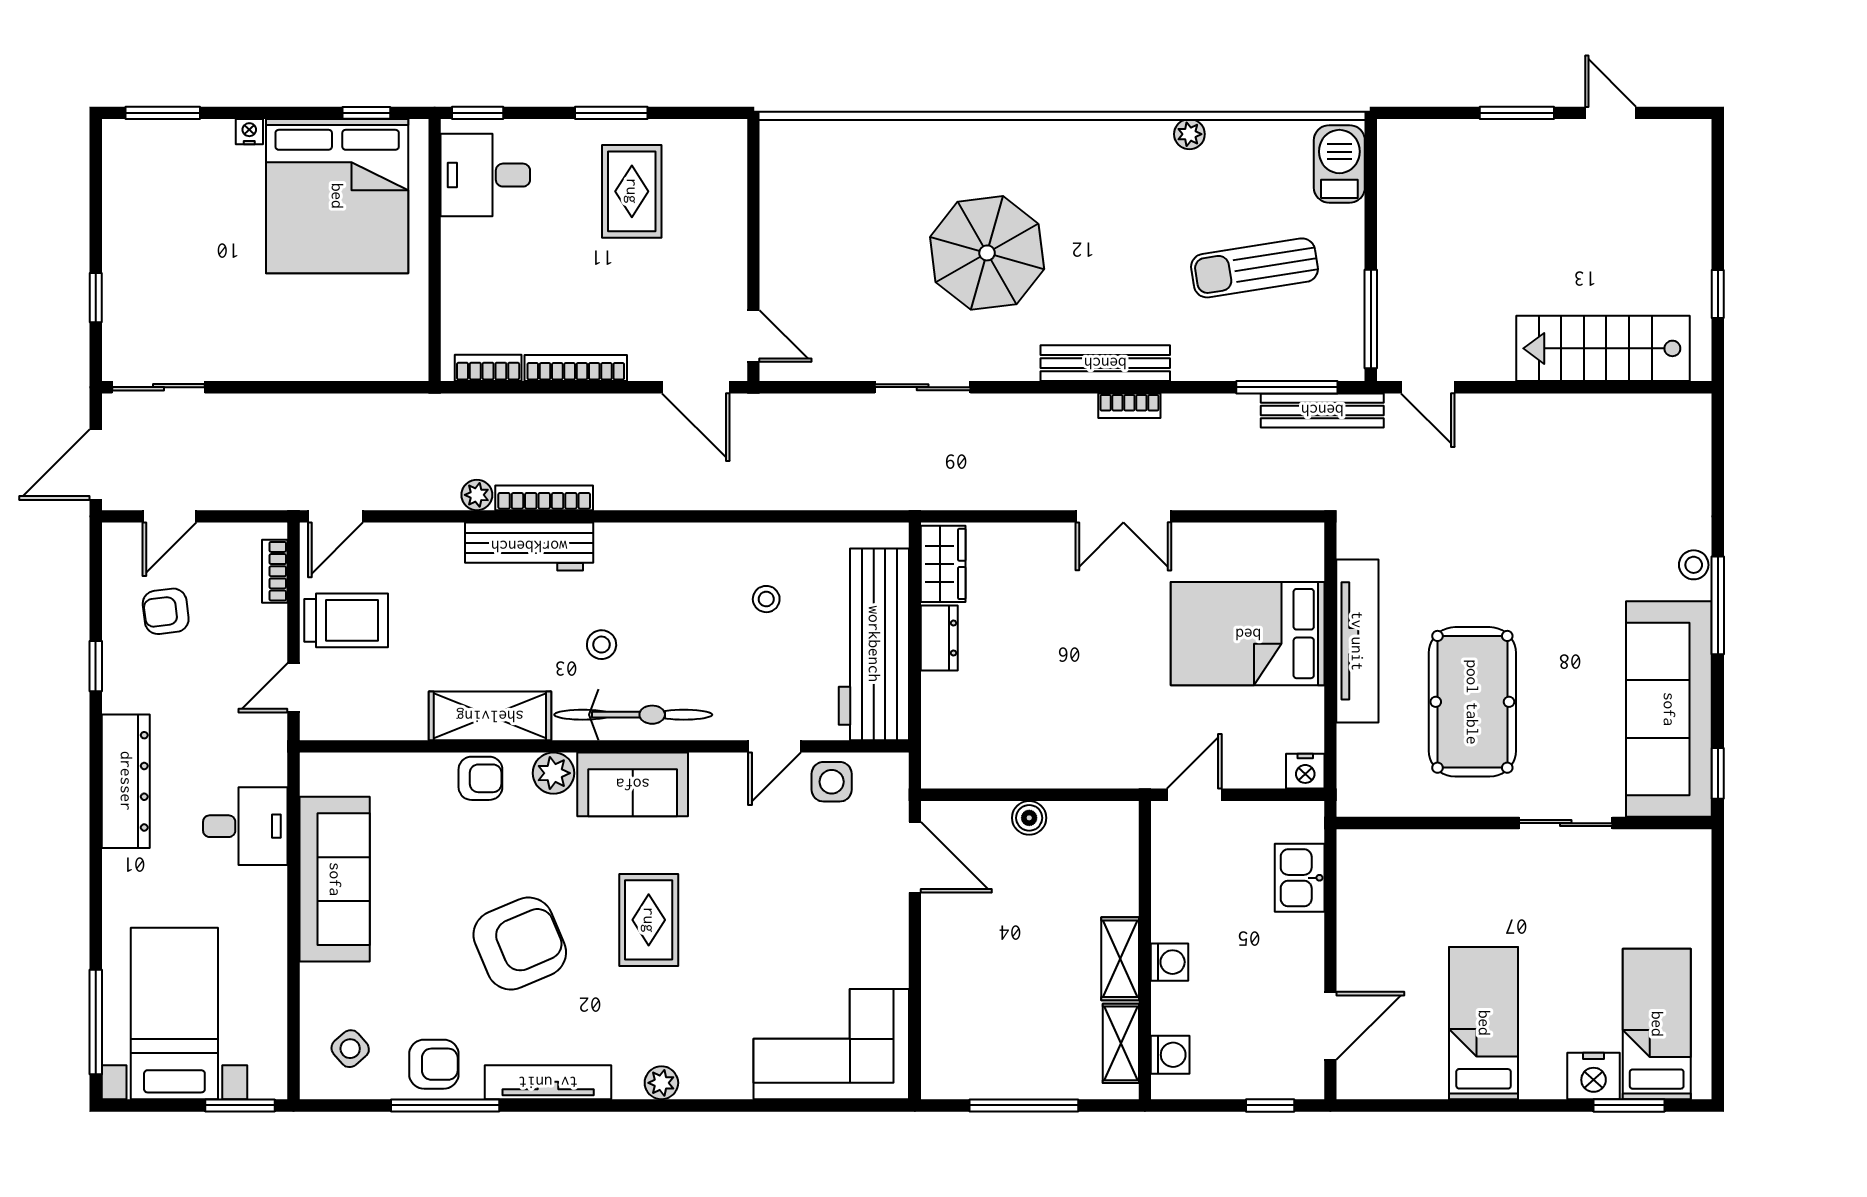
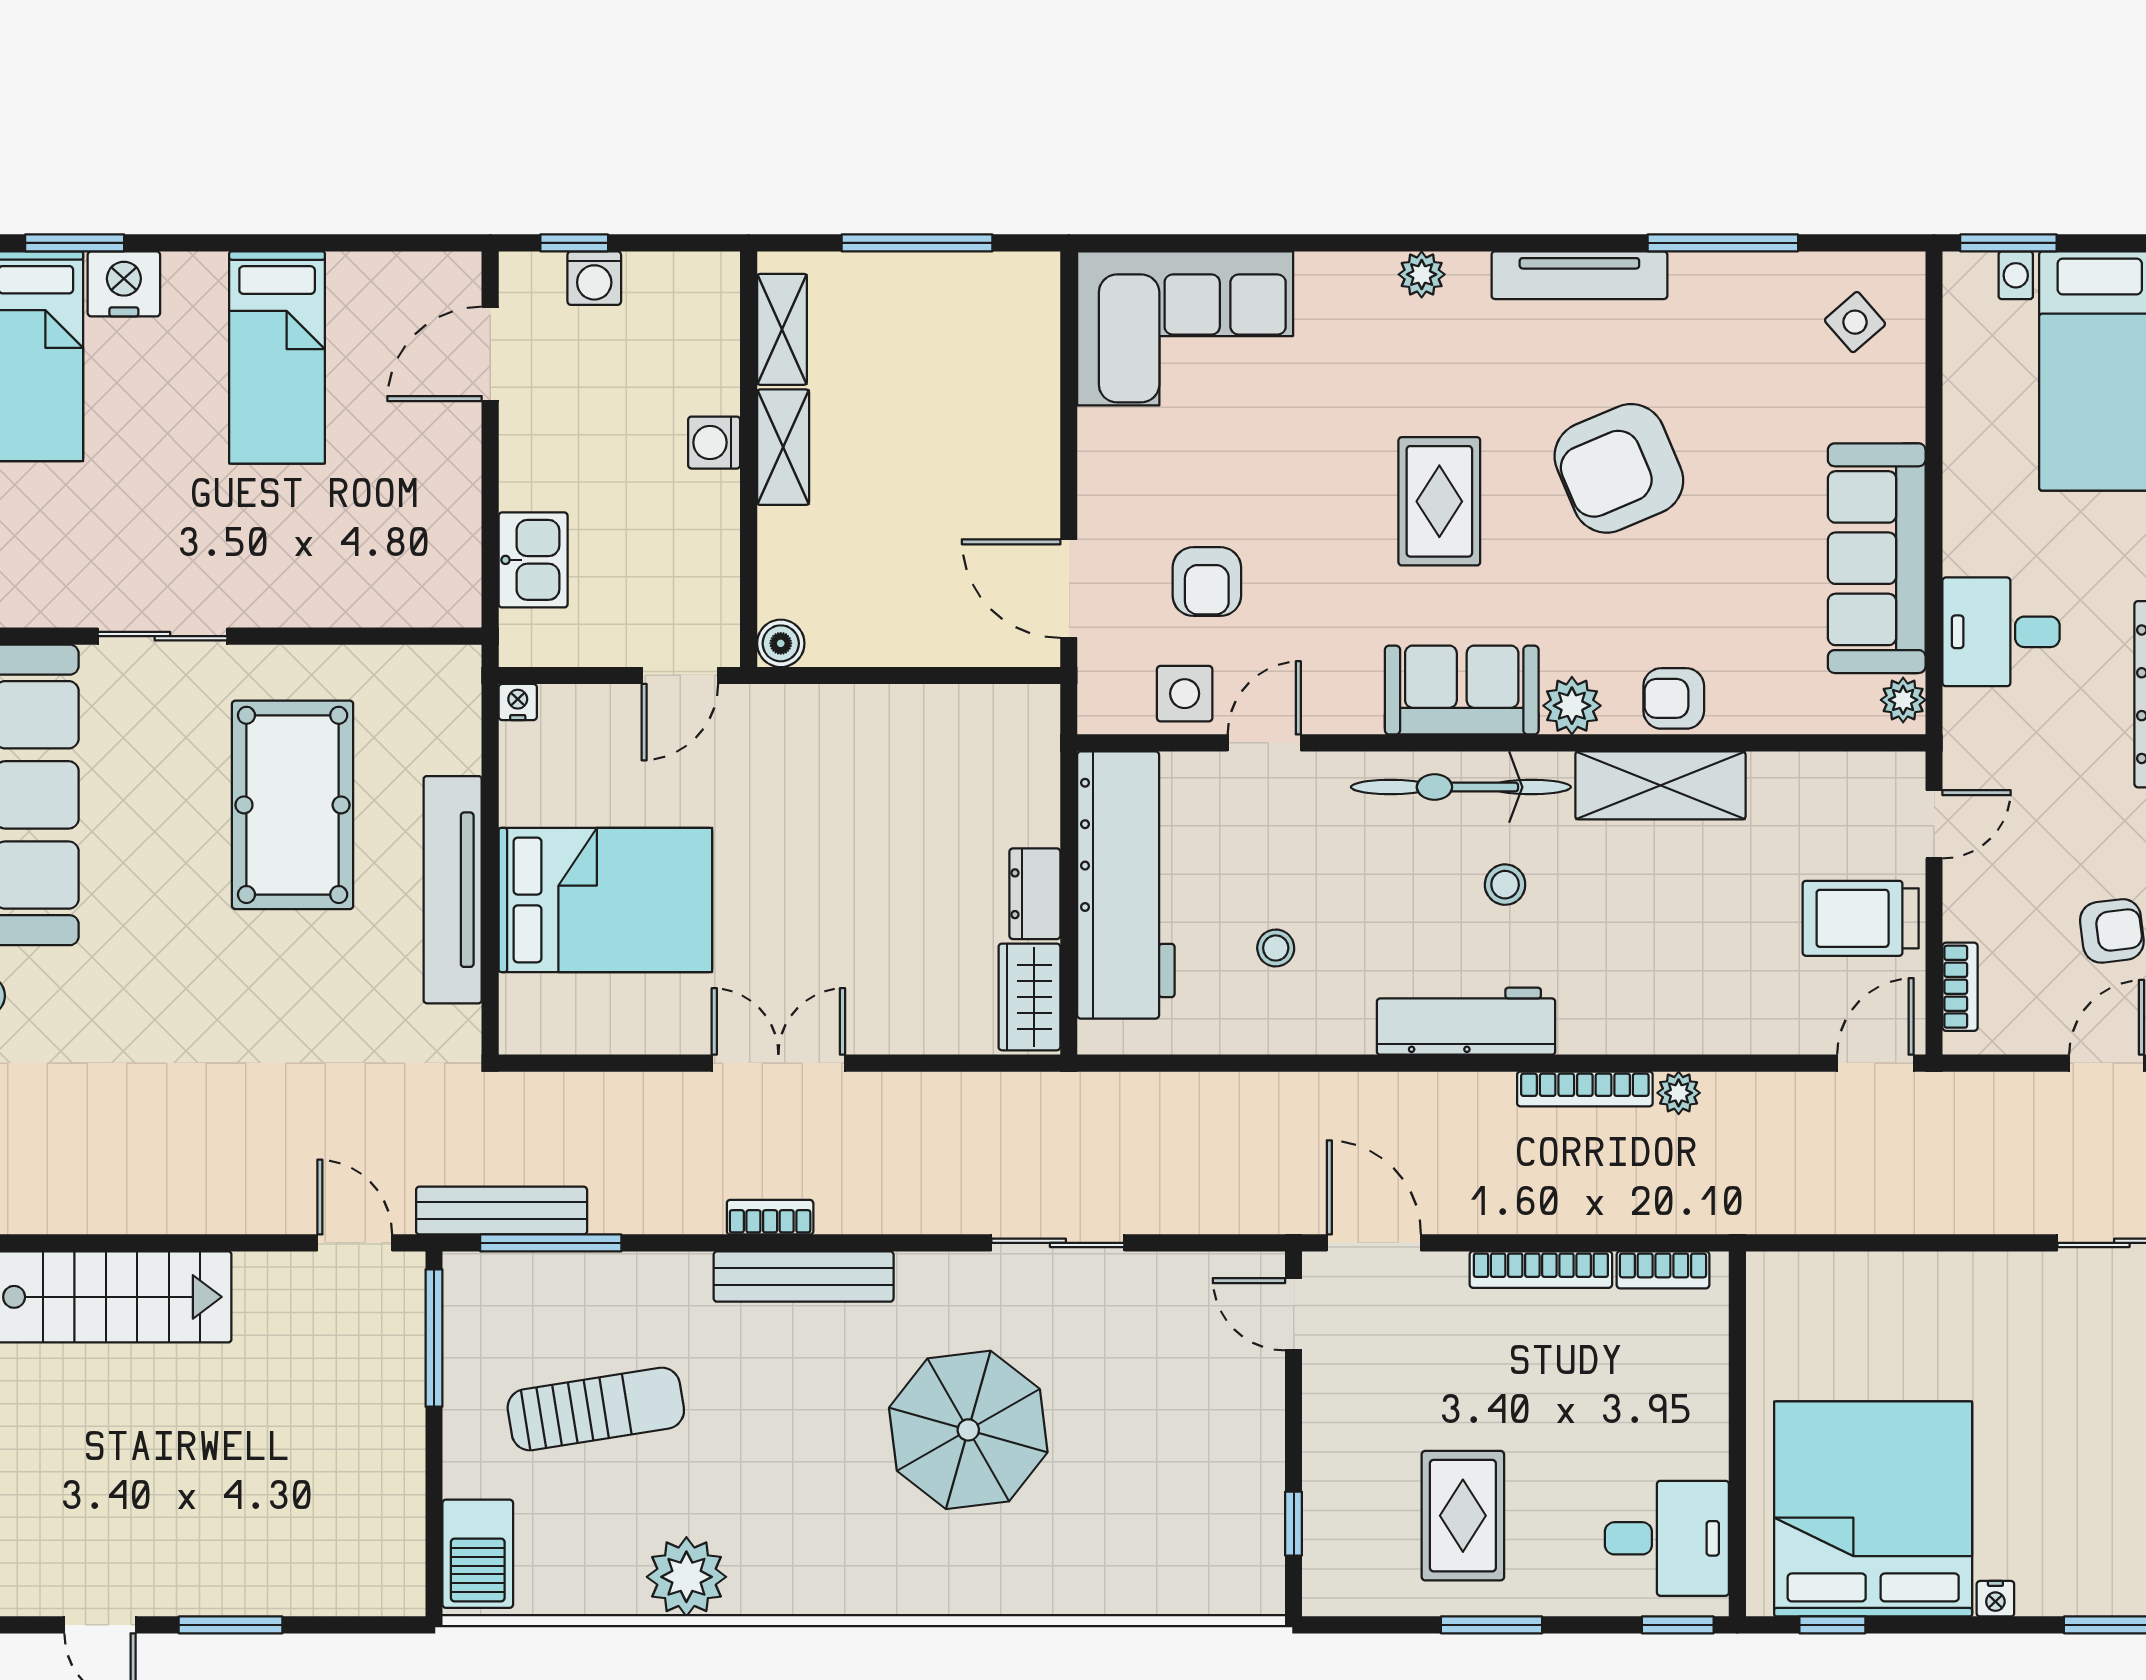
plant: (1189, 134) -> (686, 1577), width x1.88, depth x1.88
window: (753, 186) -> (1294, 1524), added
workbench: (529, 546) -> (1466, 1021), moved
nightstand: (1305, 771) -> (518, 702), width x0.72, depth x0.74
plant: (316, 777) -> (1903, 700), added
boiler: (1029, 818) -> (781, 643), moved
washing machine: (1170, 1055) -> (594, 278), moved, turned -90
armchair: (434, 1064) -> (1207, 582), moved, turned -90

